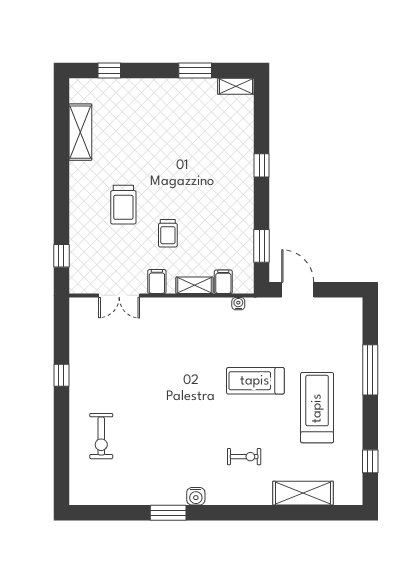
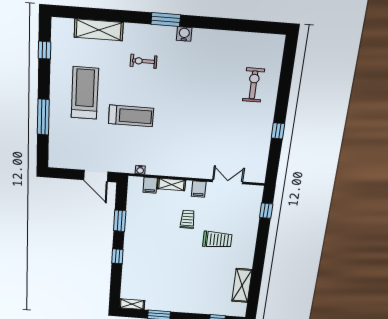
trolley: (123, 205) -> (217, 240), turned 90
window: (262, 246) -> (120, 221), moved
treadmill: (317, 408) -> (85, 93), turned 180
window: (168, 513) -> (166, 20), moved

